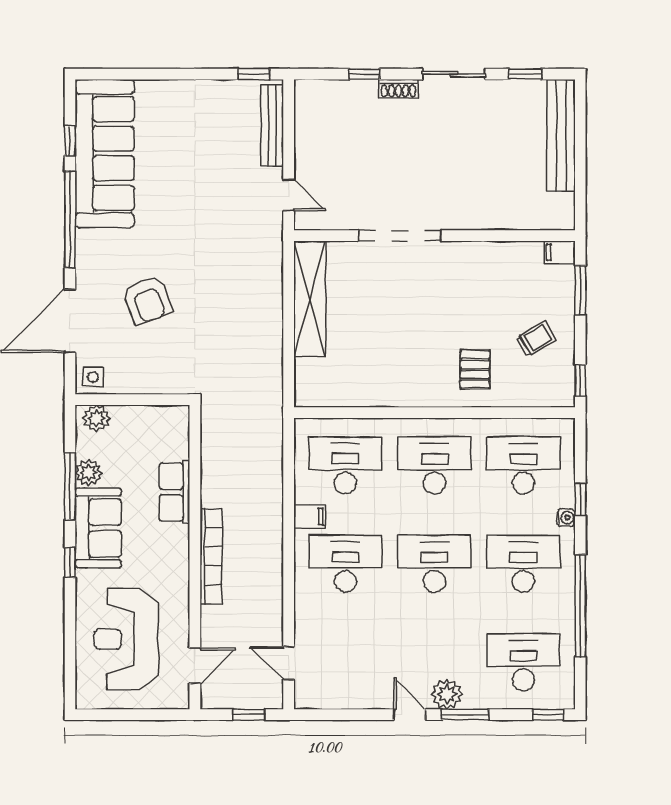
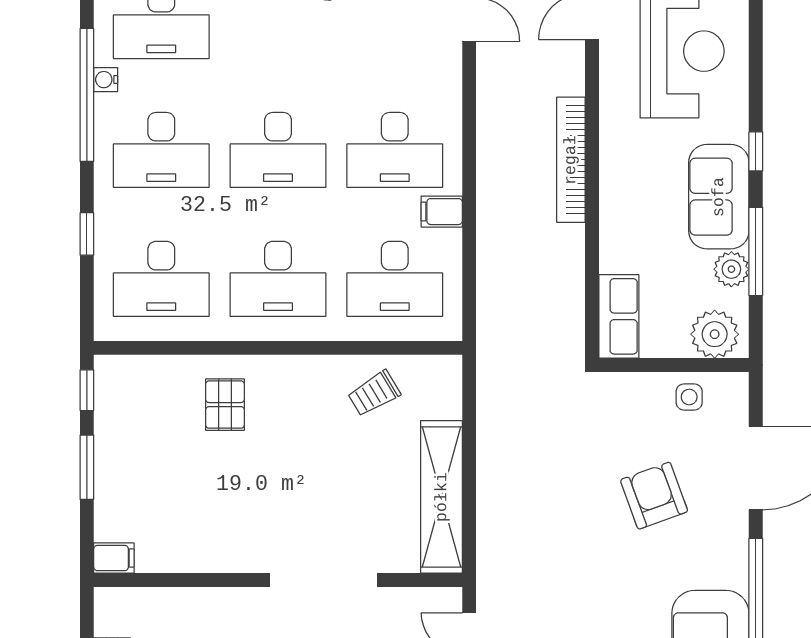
window: (580, 290) -> (87, 467), moved
trolley: (536, 339) -> (374, 393), moved
side table: (93, 377) -> (689, 397), moved
plant: (96, 418) -> (715, 334), width x1.36, depth x1.36
row of seats: (174, 492) -> (619, 316), moved
water cooler: (566, 518) -> (106, 80), moved

